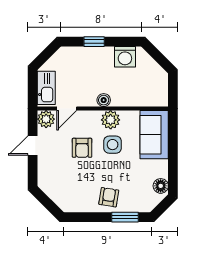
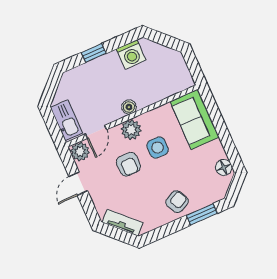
plant: (111, 120) -> (131, 130), moved
tv unit: (55, 195) -> (122, 223), added
armchair: (109, 197) -> (177, 202), turned 54

